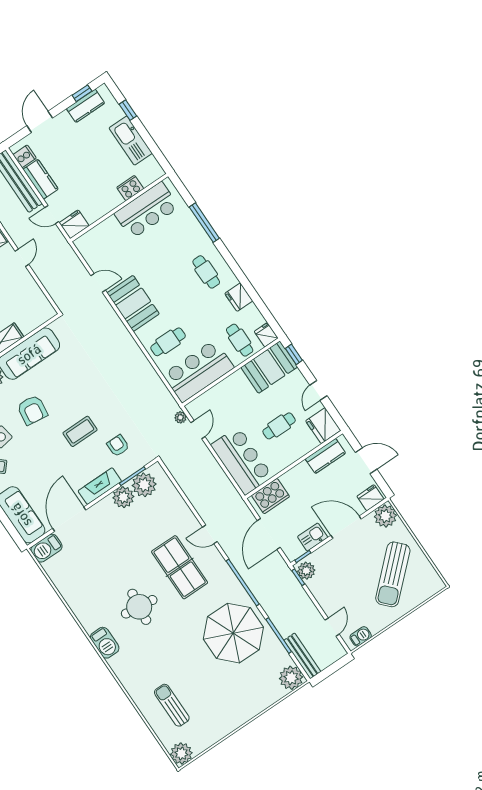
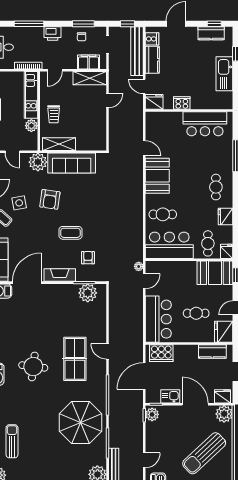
cooker: (130, 188) -> (182, 103), moved
plant: (123, 497) -> (70, 292), removed

